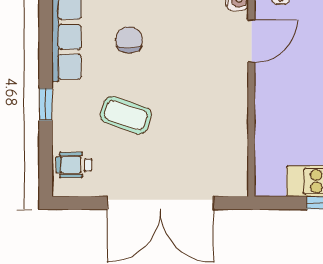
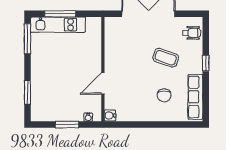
door: (251, 41) -> (103, 83), moved

